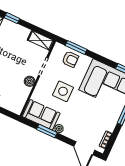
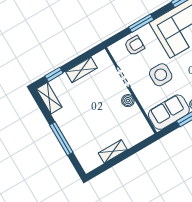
shelving: (41, 40) -> (82, 70), moved
window: (76, 47) -> (141, 23), moved

